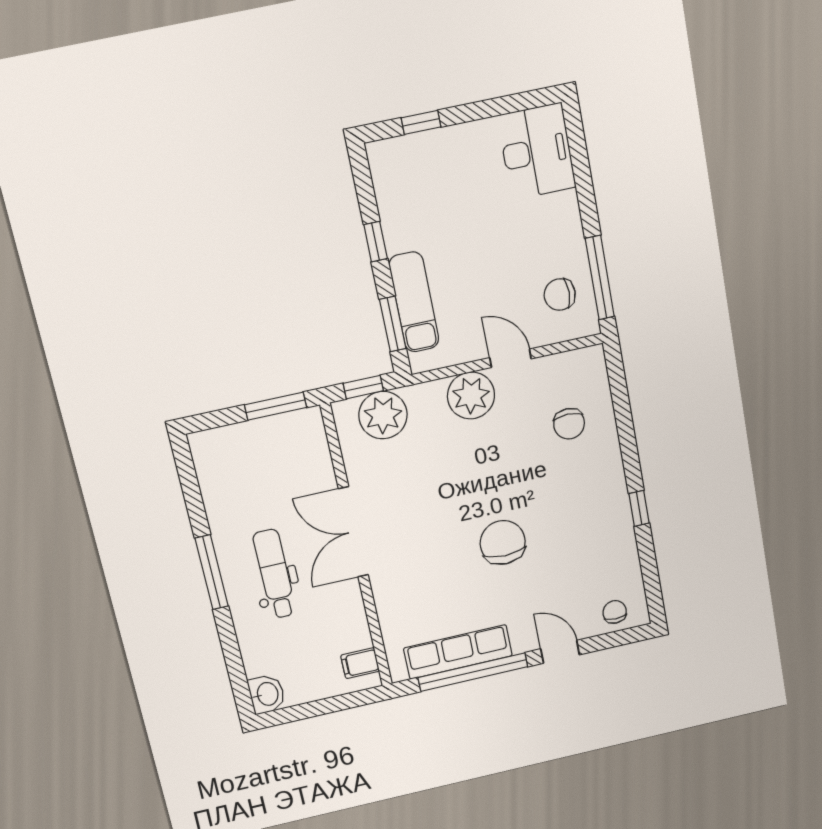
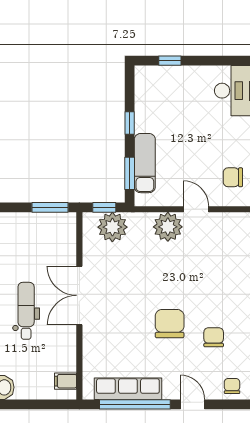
chair: (569, 424) -> (214, 337), moved, turned 180

